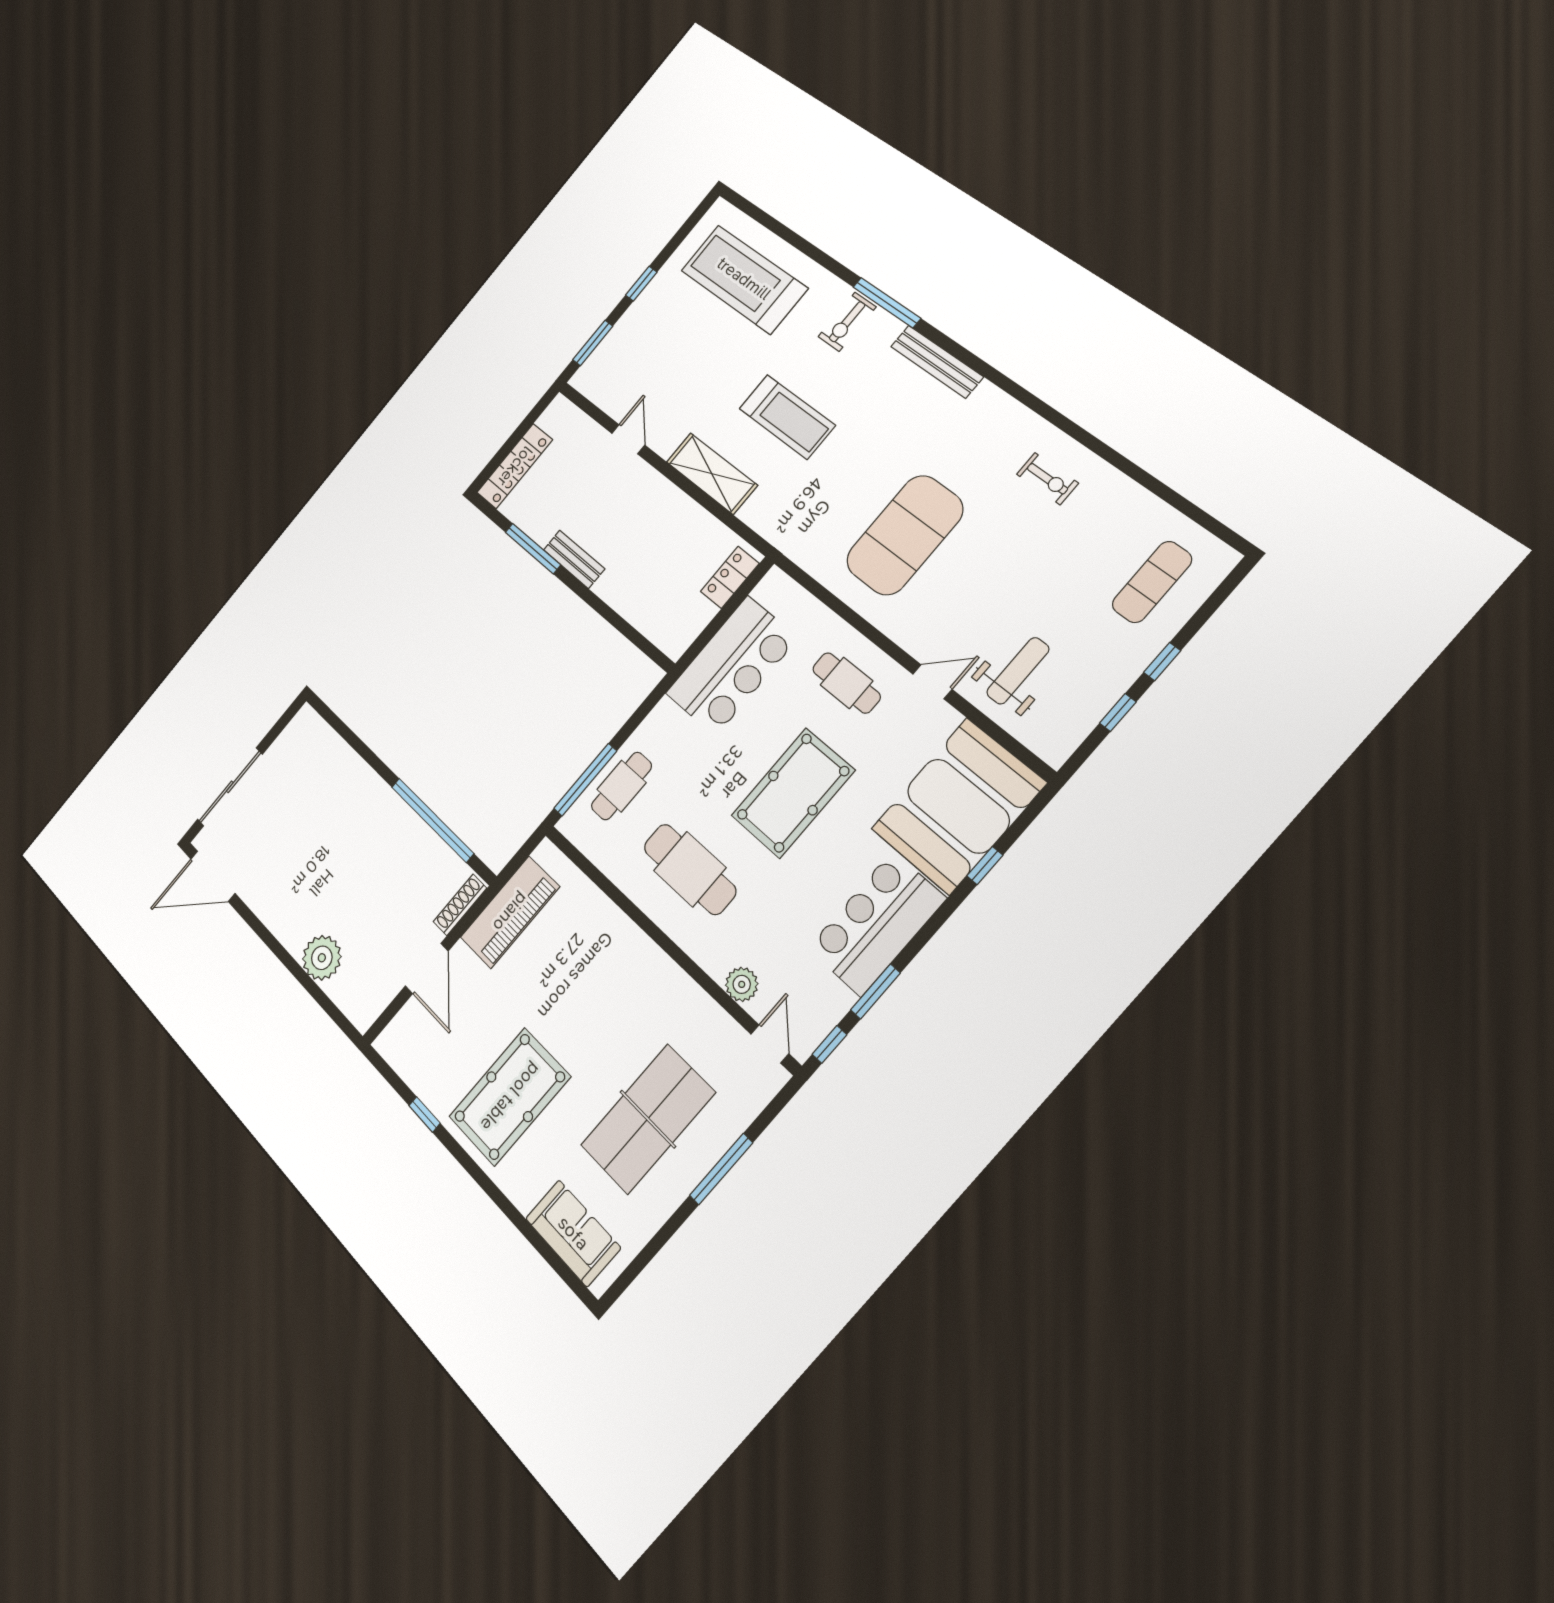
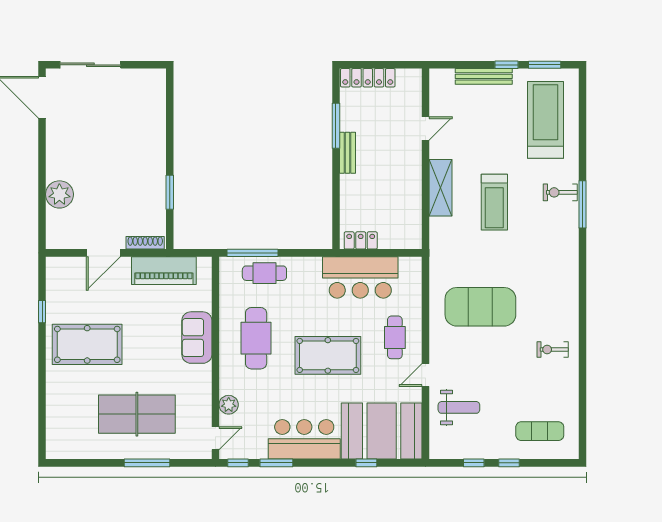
window: (593, 343) -> (545, 65), moved
bench: (937, 362) -> (484, 76), moved, turned 90
exercise bike: (1047, 479) -> (553, 349), turned 90
locker: (730, 577) -> (361, 240), moved
door: (932, 682) -> (425, 375), swing flipped
window: (432, 820) -> (170, 192), width x0.47
sofa: (573, 1233) -> (197, 338), moved, turned 180

